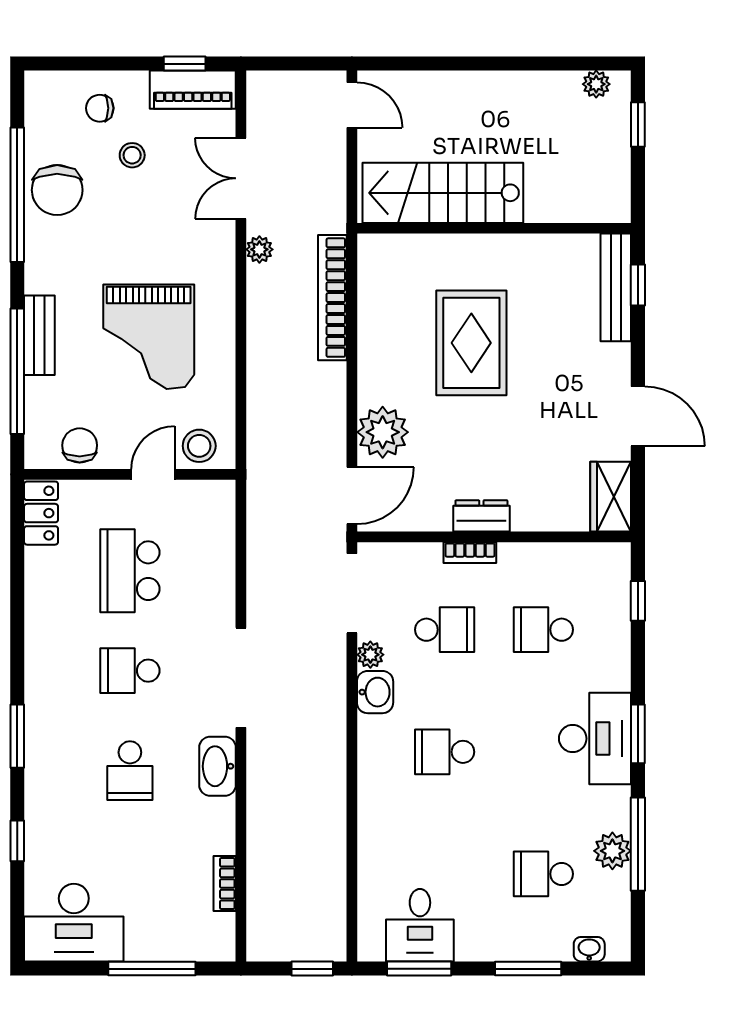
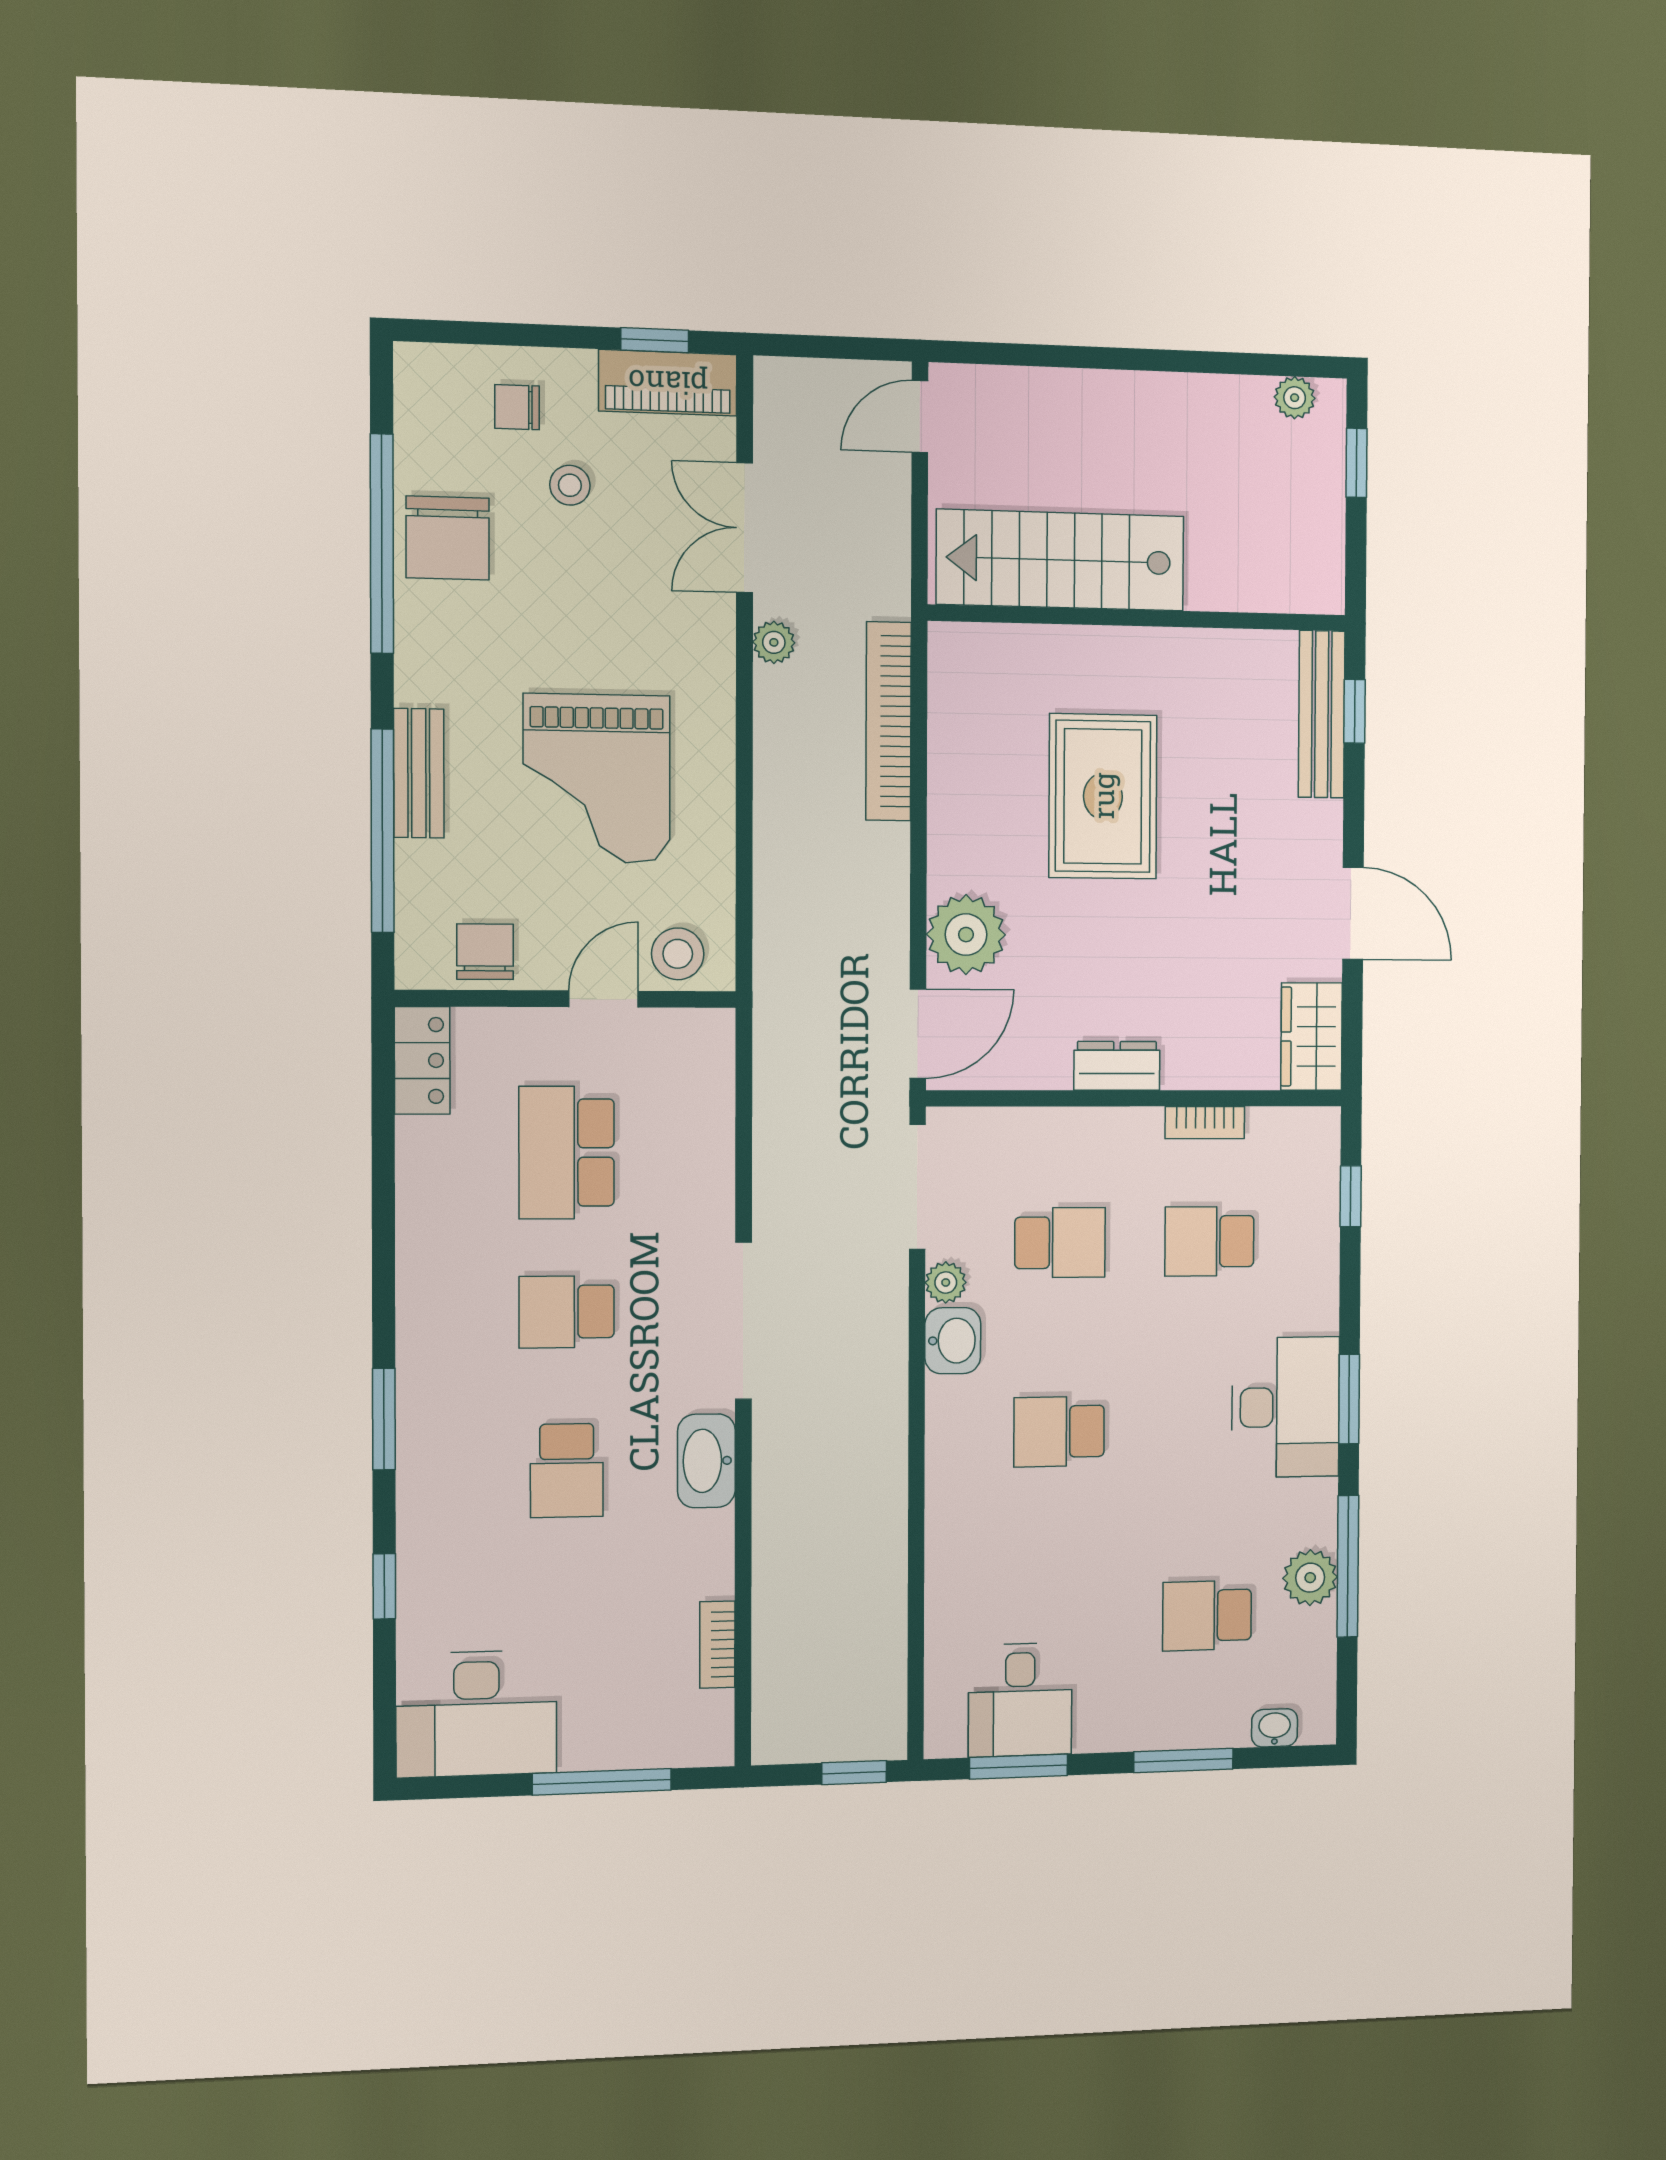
door: (352, 105) -> (920, 417), swing flipped
bookcase: (470, 553) -> (1205, 1123), moved

